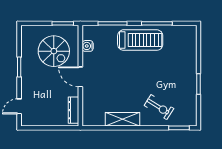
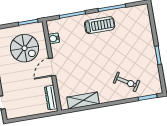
treadmill: (140, 40) -> (100, 25), width x0.73, depth x0.73
door: (80, 77) -> (52, 67), hinge flipped
shelving: (122, 119) -> (83, 100), moved

